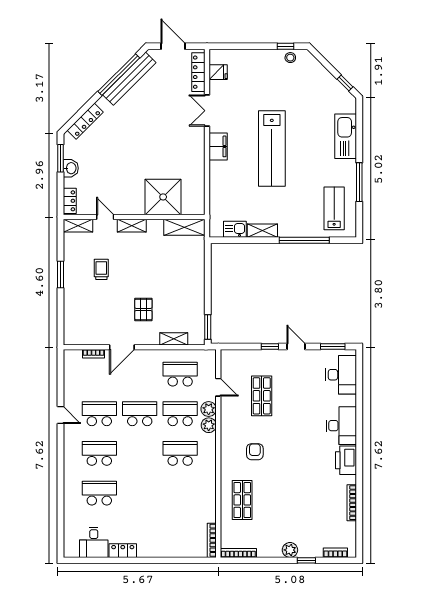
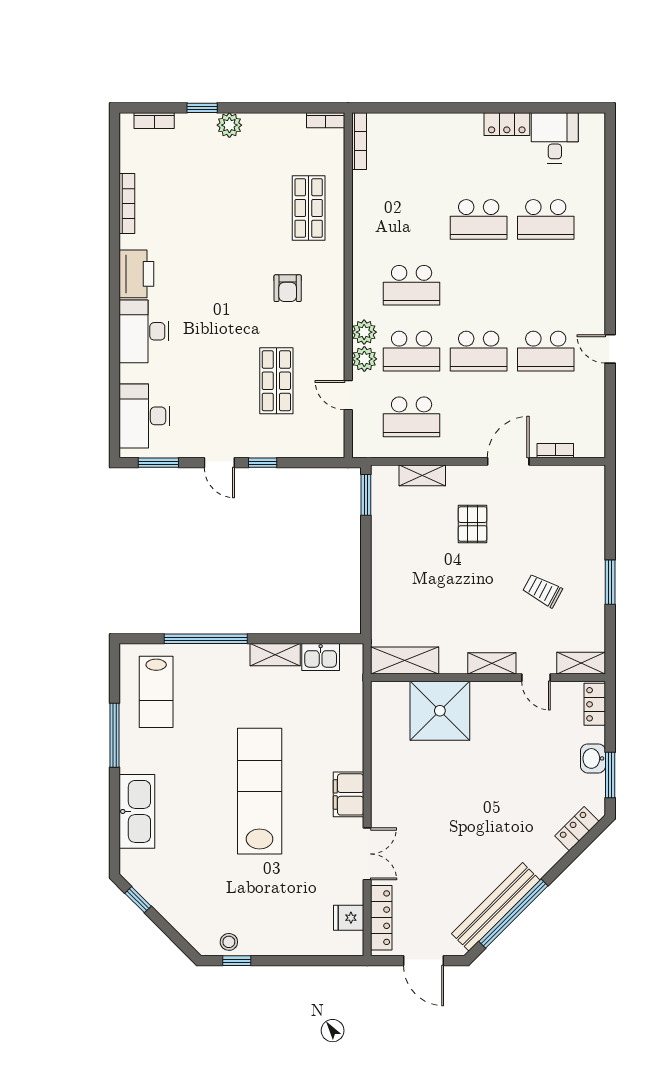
locker: (85, 121) -> (577, 829), width x0.66
trolley: (101, 269) -> (542, 591), turned 118
school desk: (99, 453) -> (479, 219), moved
bookcase: (238, 553) -> (326, 120), width x0.64

